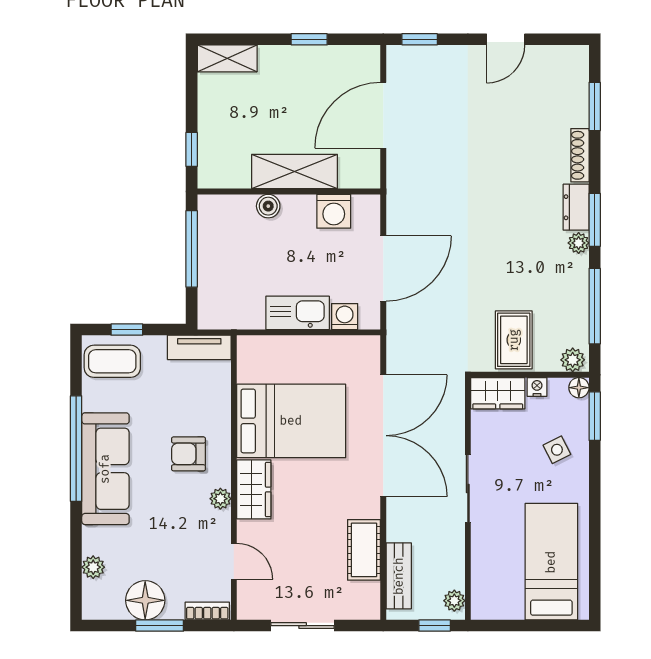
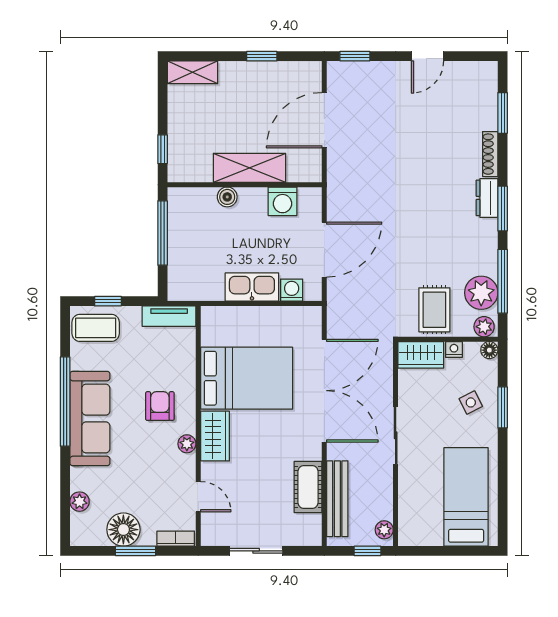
plant: (579, 243) -> (481, 293), moved, width x1.88, depth x1.88
window: (595, 416) -> (503, 407), moved
armchair: (188, 454) -> (160, 406), turned 90
bench: (399, 576) -> (337, 499), width x1.36

